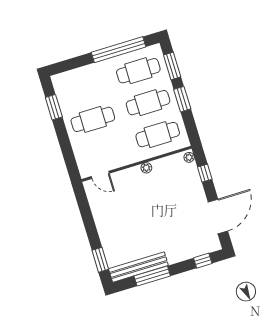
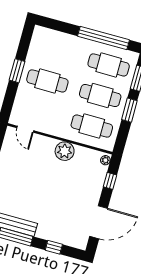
window: (54, 107) -> (17, 71), moved
plant: (146, 168) -> (65, 151), width x1.88, depth x1.88
window: (203, 261) -> (54, 247), moved

